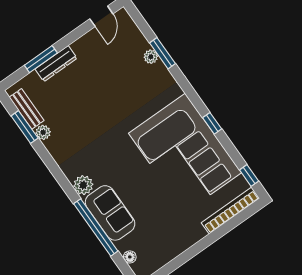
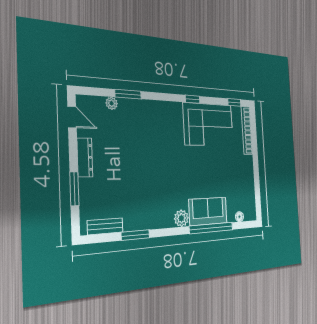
plant: (151, 57) -> (112, 103), moved
dresser: (56, 64) -> (85, 157), moved
window: (25, 127) -> (135, 235), moved
plant: (43, 132) -> (130, 224), removed
corner sofa: (185, 153) -> (208, 125), width x0.73, depth x0.74

